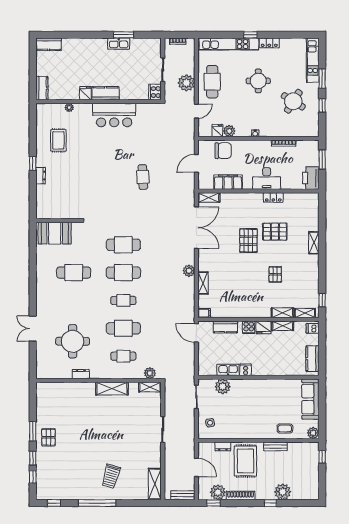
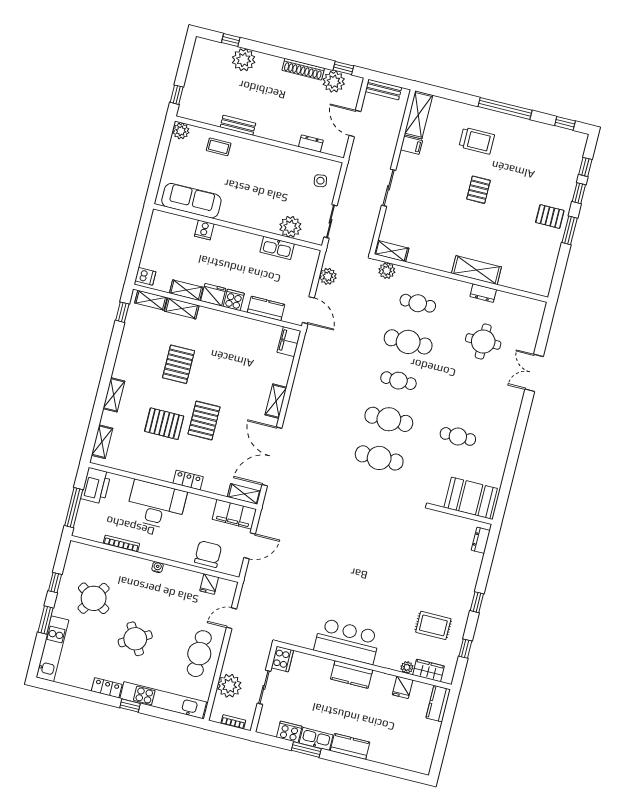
kitchen counter: (49, 44) -> (350, 746), moved
cooker: (138, 44) -> (289, 732), added
round table: (258, 81) -> (135, 639), turned -30
plant: (186, 83) -> (229, 686), moved
fridge: (85, 93) -> (403, 687), moved
wardrobe: (54, 109) -> (428, 671), added
window: (33, 130) -> (465, 649), added
plant: (229, 131) -> (193, 579), removed
rug: (58, 140) -> (433, 625), turned 90
chair: (223, 151) -> (208, 554), turned 90
window: (322, 159) -> (74, 508), width x1.44
dresser: (41, 176) -> (481, 540), moved
cafe table: (143, 177) -> (329, 545), removed
desk: (267, 178) -> (156, 505), width x1.36, depth x1.30
filing cabinet: (228, 182) -> (234, 514), moved
locker: (273, 197) -> (188, 480), moved
shelving: (314, 209) -> (102, 442), added
plant: (189, 271) -> (328, 276), moved
cafe table: (74, 273) -> (458, 436), width x0.73, depth x0.74
pallet: (275, 274) -> (179, 364), width x1.50, depth x1.42
shelving: (203, 283) -> (276, 401), moved
filing cabinet: (204, 313) -> (289, 342), width x2.00
double door: (33, 329) -> (534, 373), swing flipped
round table: (73, 341) -> (483, 341), width x0.73, depth x0.73
kitchen counter: (313, 359) -> (156, 234), removed
cooker: (246, 370) -> (204, 230), moved
shelving: (112, 389) -> (476, 270), moved
sofa: (310, 399) -> (191, 201), moved, turned -90
pallet: (48, 437) -> (550, 216), turned 90
pallet: (101, 443) -> (479, 190), added
rug: (245, 461) -> (285, 115), removed
filing cabinet: (154, 462) -> (411, 145), added
trolley: (111, 476) -> (477, 141), turned 74
window: (270, 503) -> (231, 40), moved

